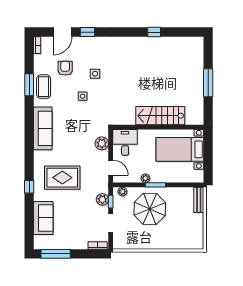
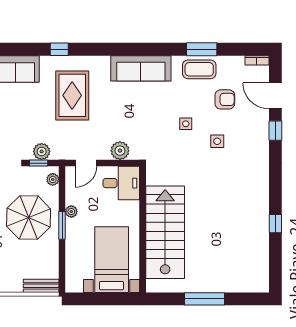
stairs: (160, 116) -> (165, 232), width x1.36, depth x1.51

